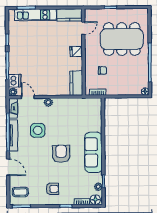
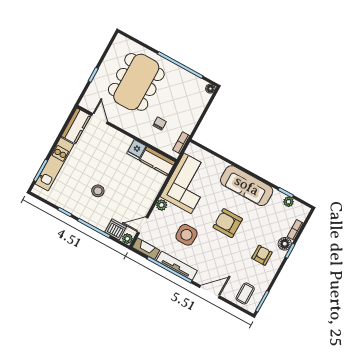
fridge: (76, 51) -> (136, 150), moved
stool: (34, 54) -> (98, 191), added
corner sofa: (73, 112) -> (188, 183), added
floor lamp: (95, 200) -> (285, 244), moved

